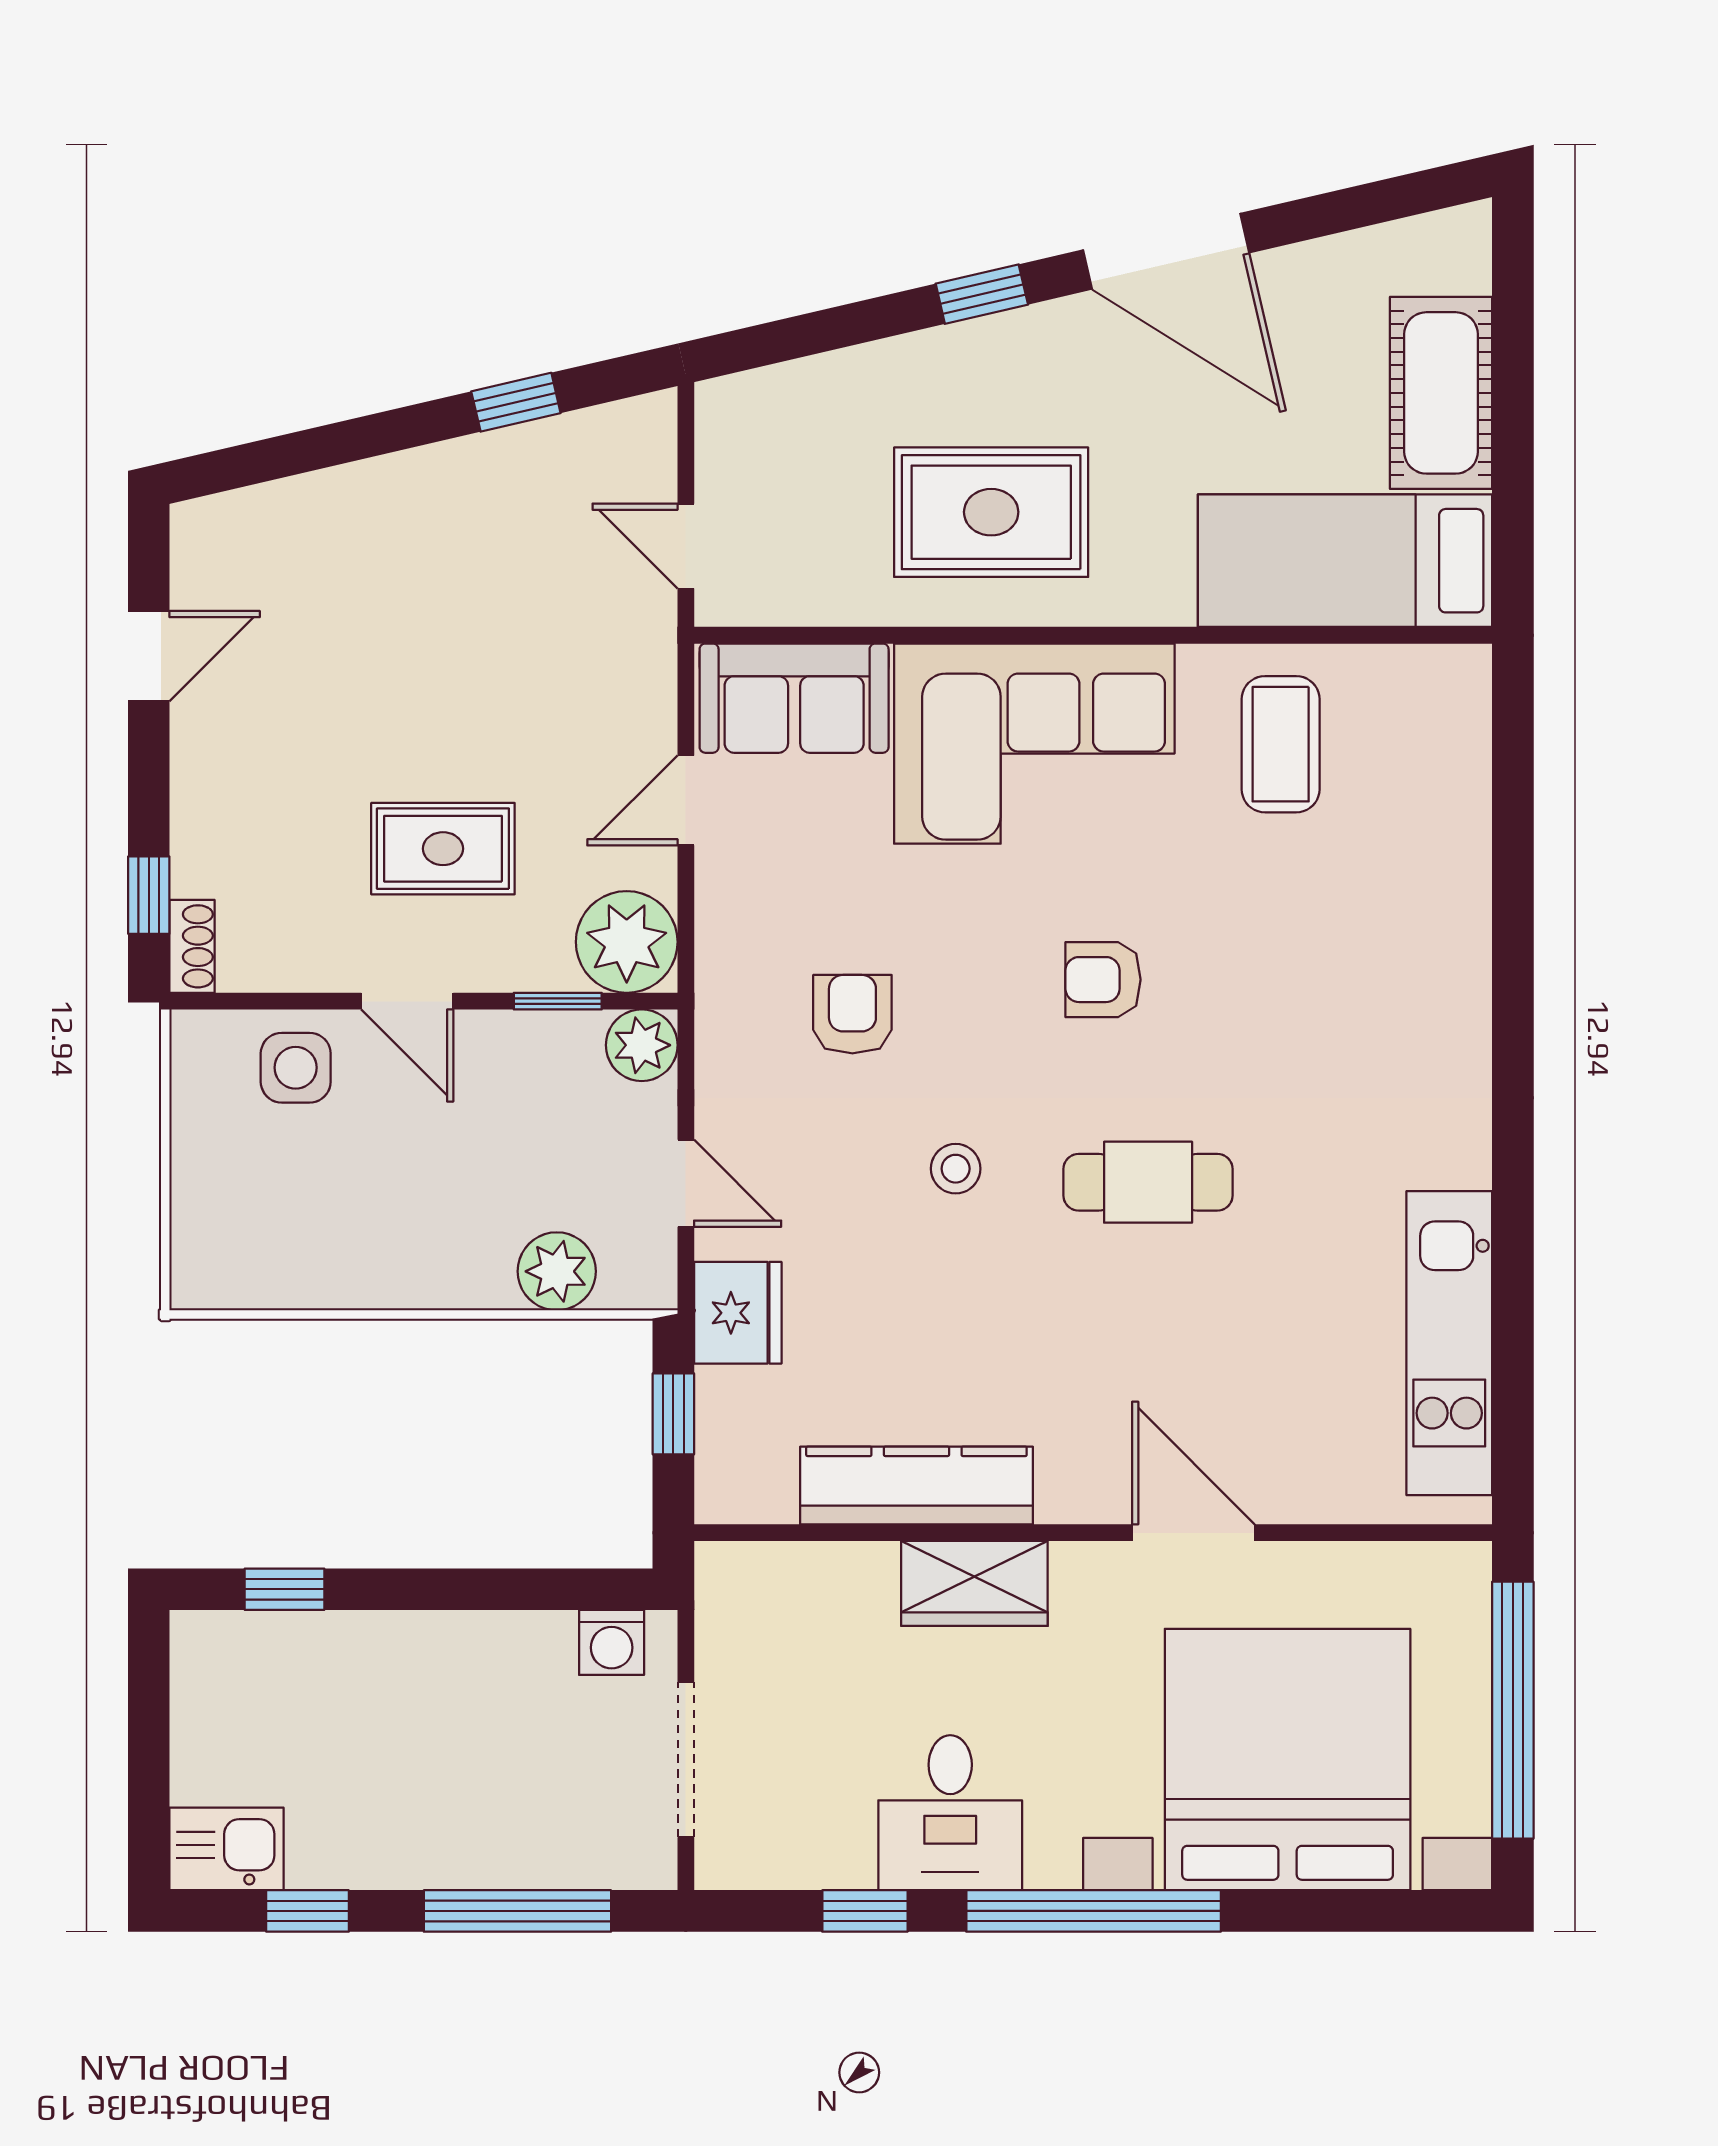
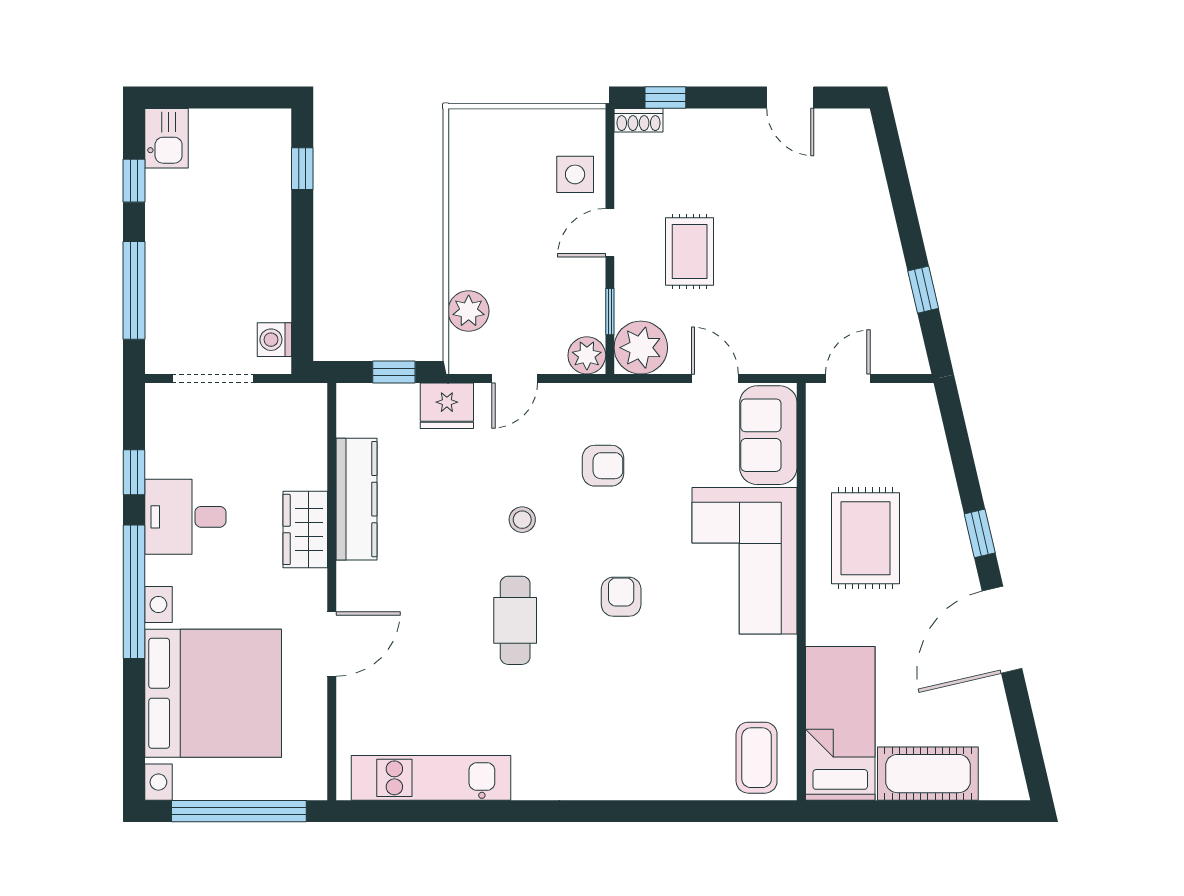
coffee table: (1281, 744) -> (757, 758), moved, turned 90

